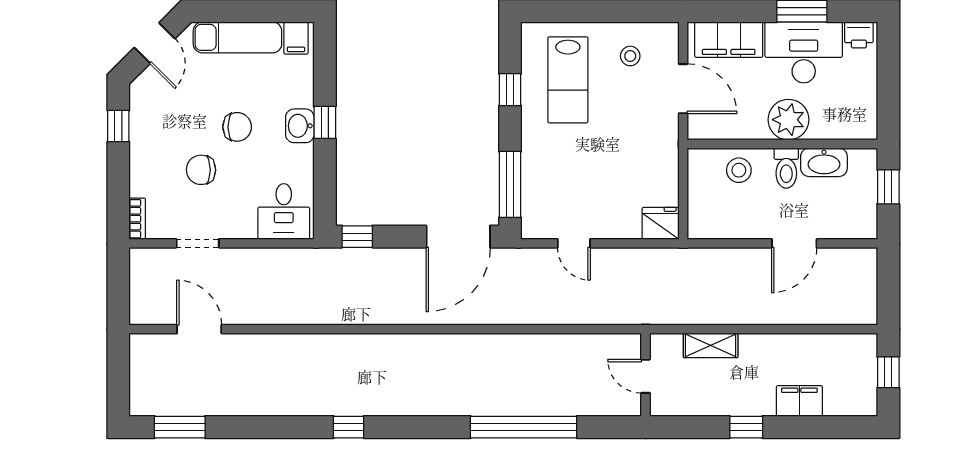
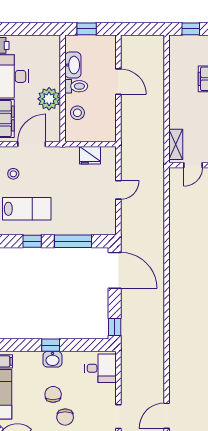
plant: (788, 120) -> (49, 99), moved
chair: (201, 170) -> (65, 417), moved
window: (510, 184) -> (73, 241), moved
fridge: (661, 223) -> (90, 155), moved, turned -90
door: (574, 243) -> (118, 190), moved
shelving: (711, 345) -> (176, 144), moved

